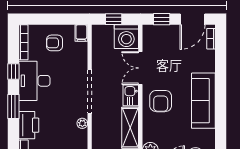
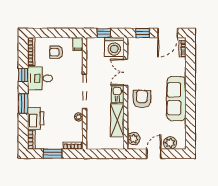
desk: (34, 81) -> (40, 78), width x0.73
armchair: (161, 101) -> (142, 99), turned 180

